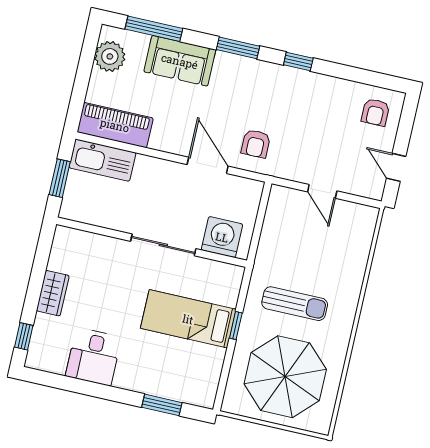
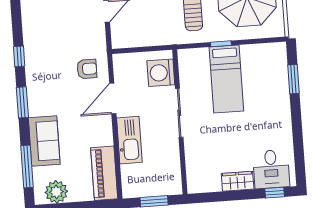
kitchen sink: (102, 160) -> (129, 140), moved
desk: (93, 357) -> (271, 169), moved, turned 90

